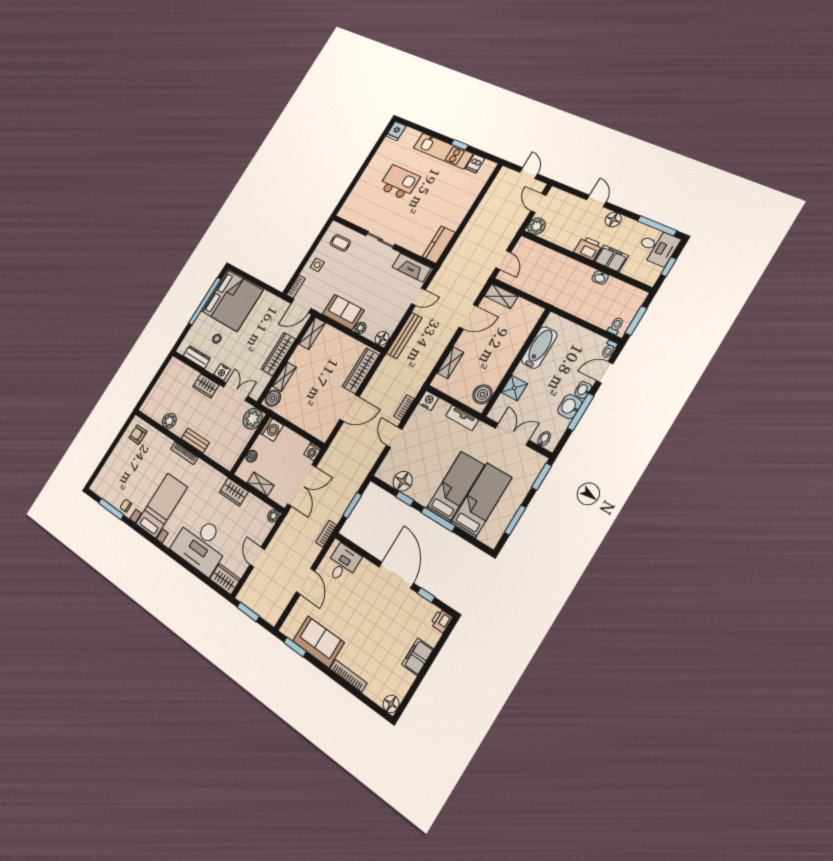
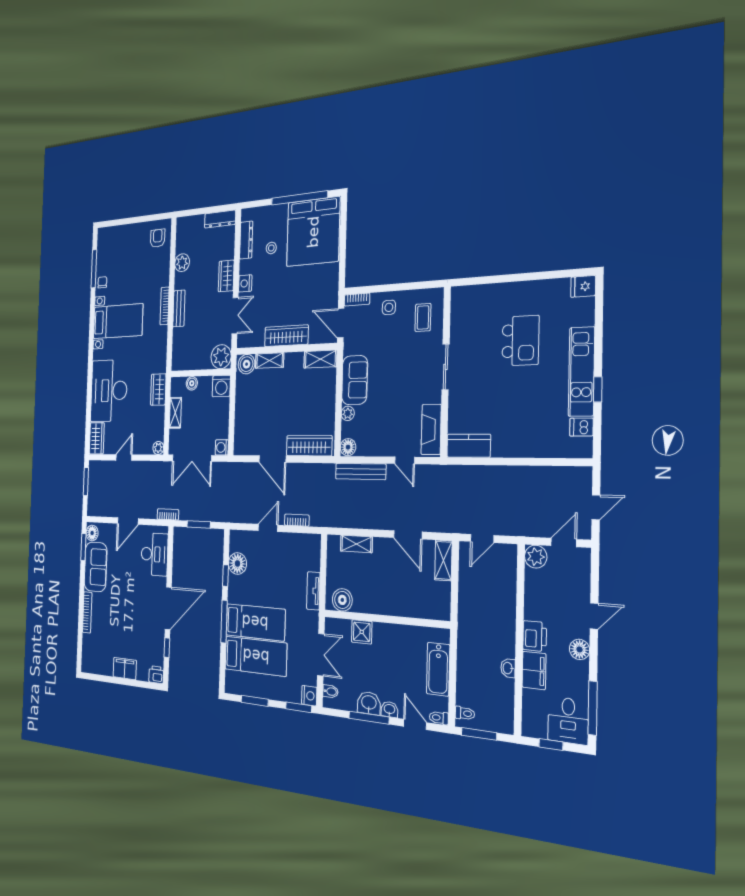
bathtub: (539, 348) -> (438, 669), moved, turned 90
dresser: (168, 372) -> (220, 219), added
nightstand: (429, 400) -> (309, 696), moved
desk: (343, 563) -> (154, 554), width x1.37
floor lamp: (391, 704) -> (92, 533), moved

